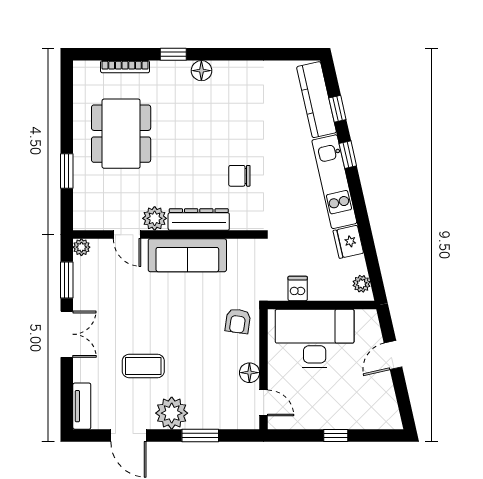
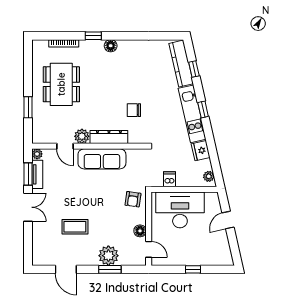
window: (348, 155) -> (203, 109), moved
tv unit: (82, 406) -> (37, 174), moved
plant: (172, 413) -> (108, 256), moved

